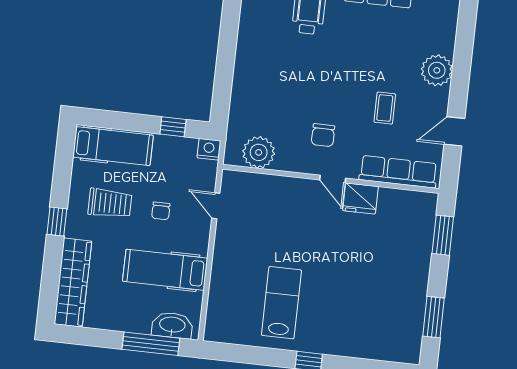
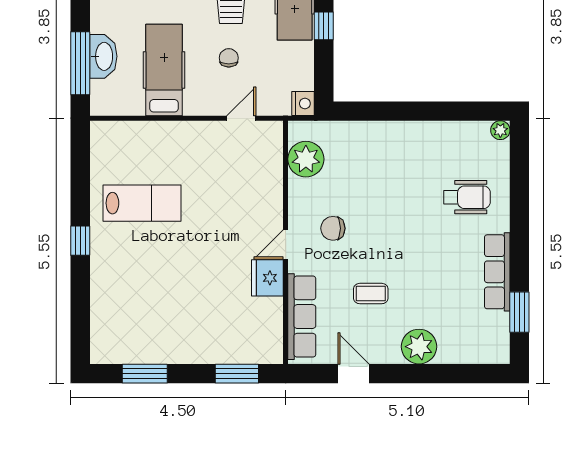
window: (173, 127) -> (324, 26), moved
chair: (161, 211) -> (229, 58), turned 90
washbasin: (172, 325) -> (103, 56), moved

